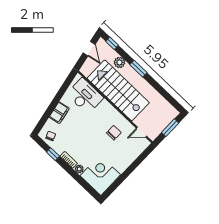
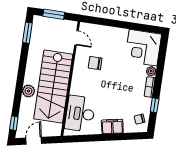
plant: (119, 62) -> (28, 91), moved
window: (138, 69) -> (27, 33), moved

